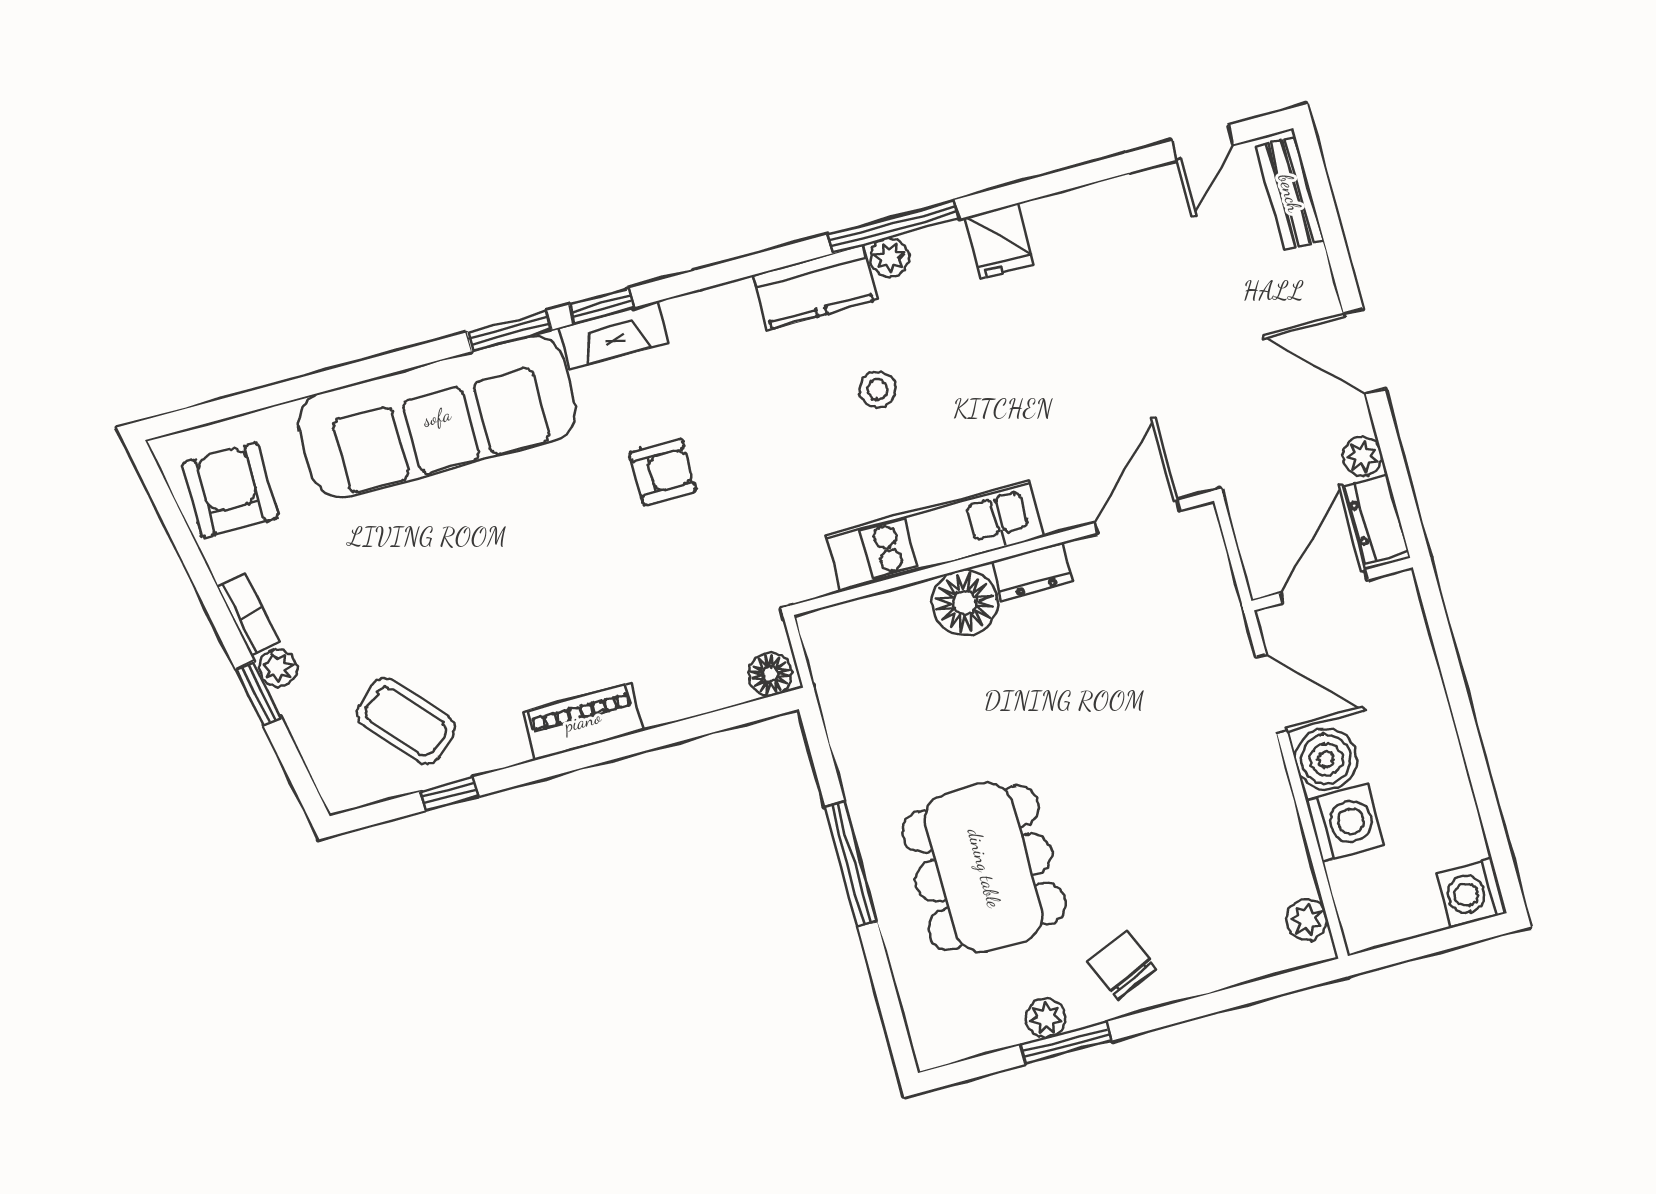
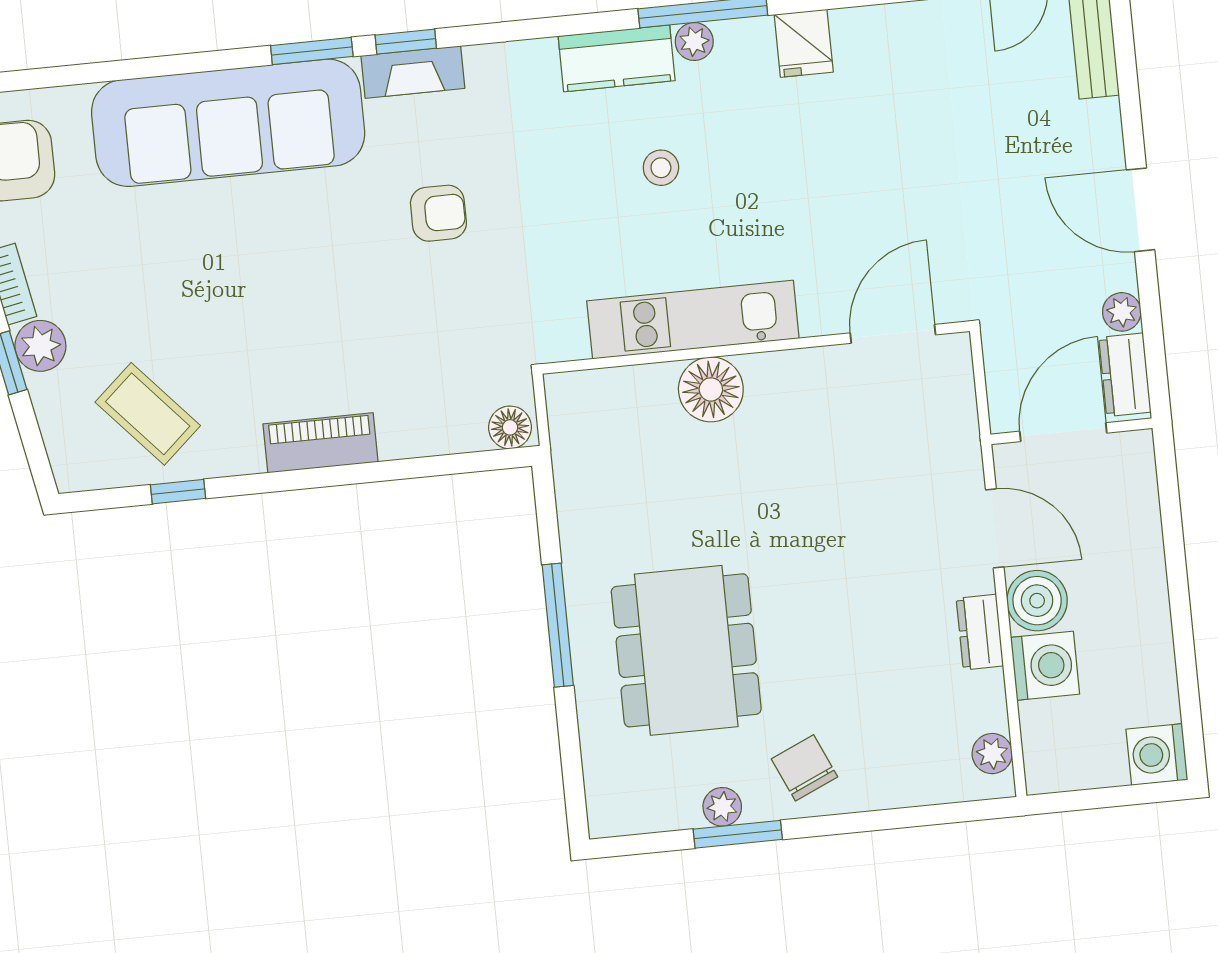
dresser: (1032, 572) -> (980, 632), moved, turned 90
plant: (278, 668) -> (40, 346), width x1.38, depth x1.38

